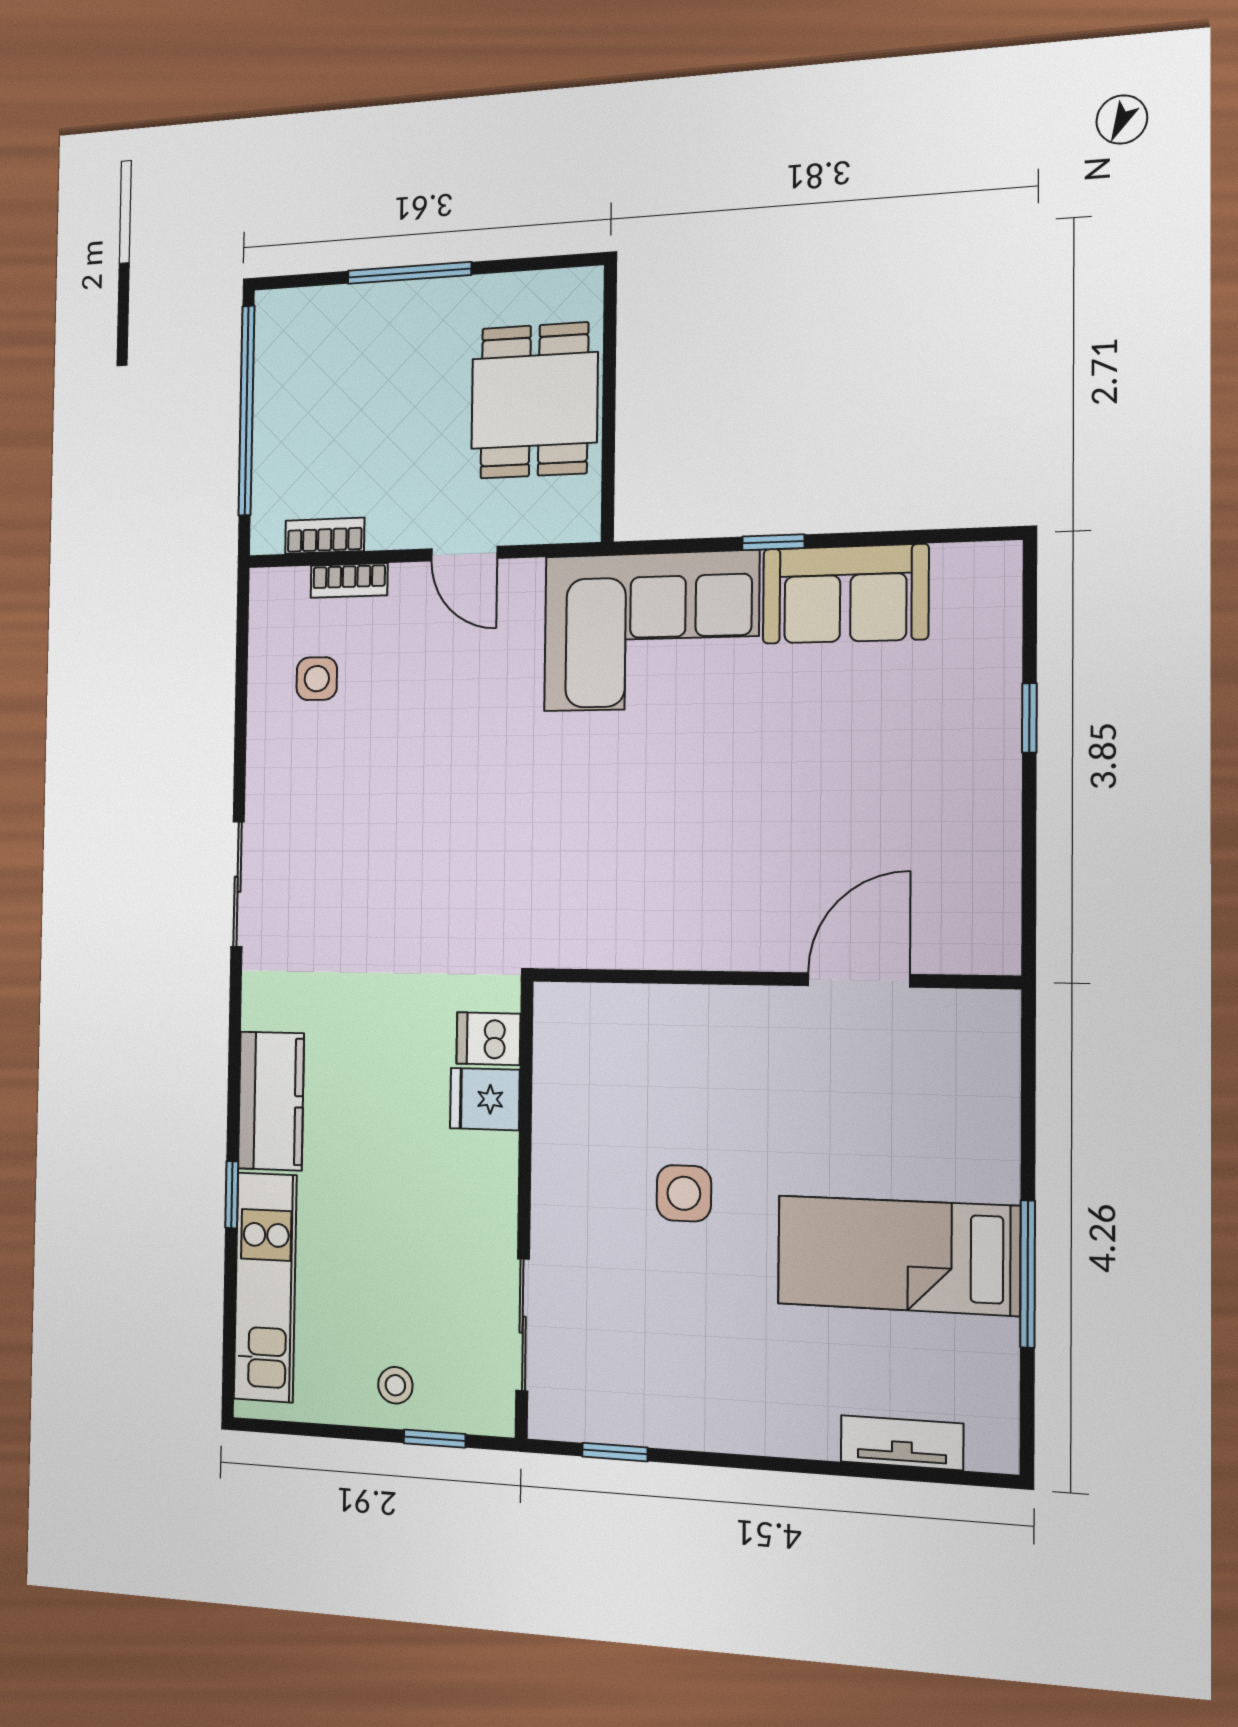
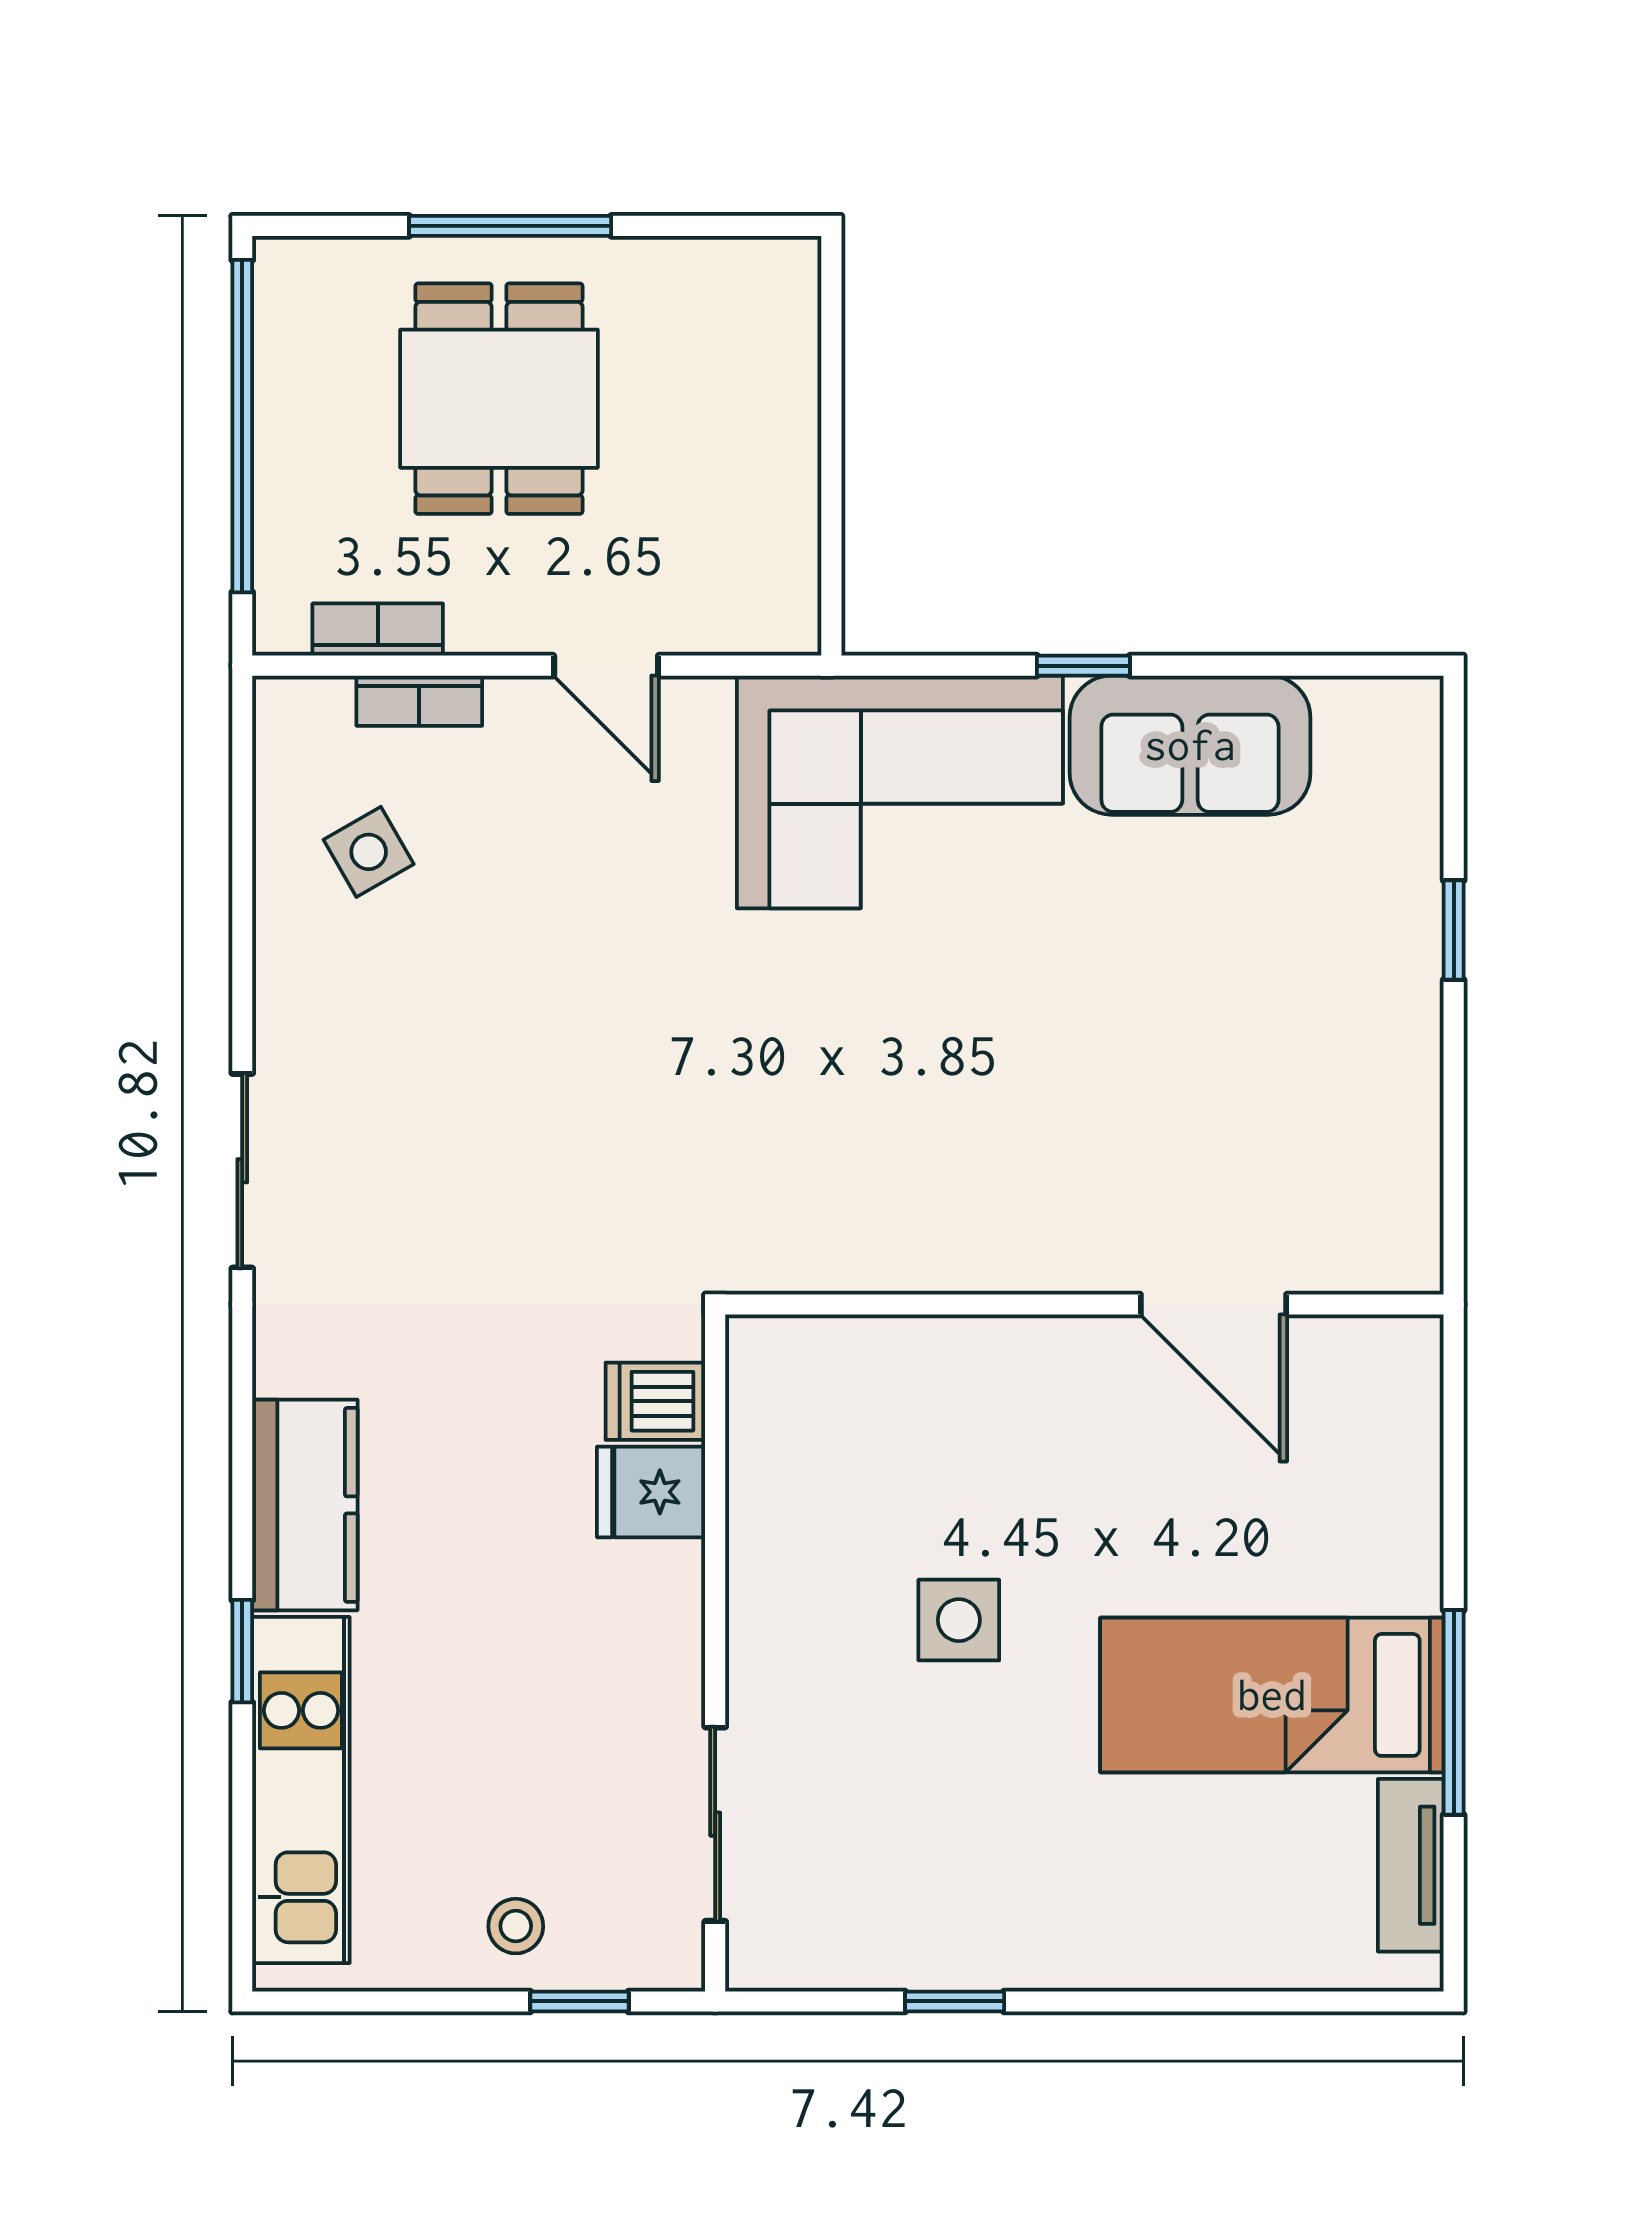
dining table: (534, 401) -> (499, 399), moved
side table: (317, 679) -> (369, 852), turned -30
door: (859, 980) -> (1214, 1305), swing flipped
tv unit: (902, 1443) -> (1411, 1865), moved, turned -90
window: (615, 1452) -> (955, 2001), moved

